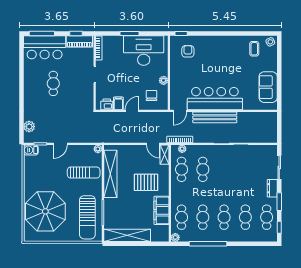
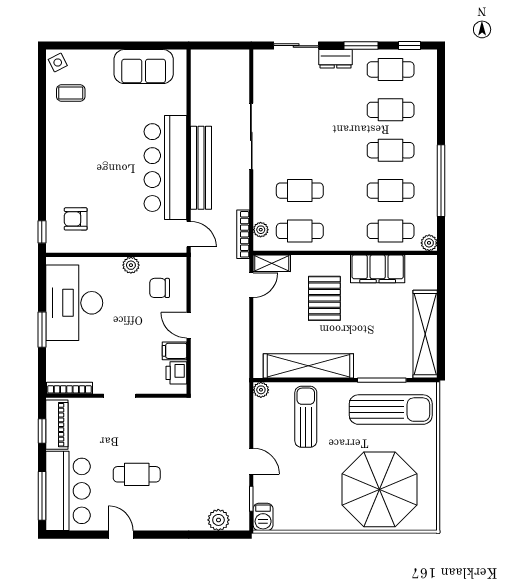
door: (22, 75) -> (121, 535), added

